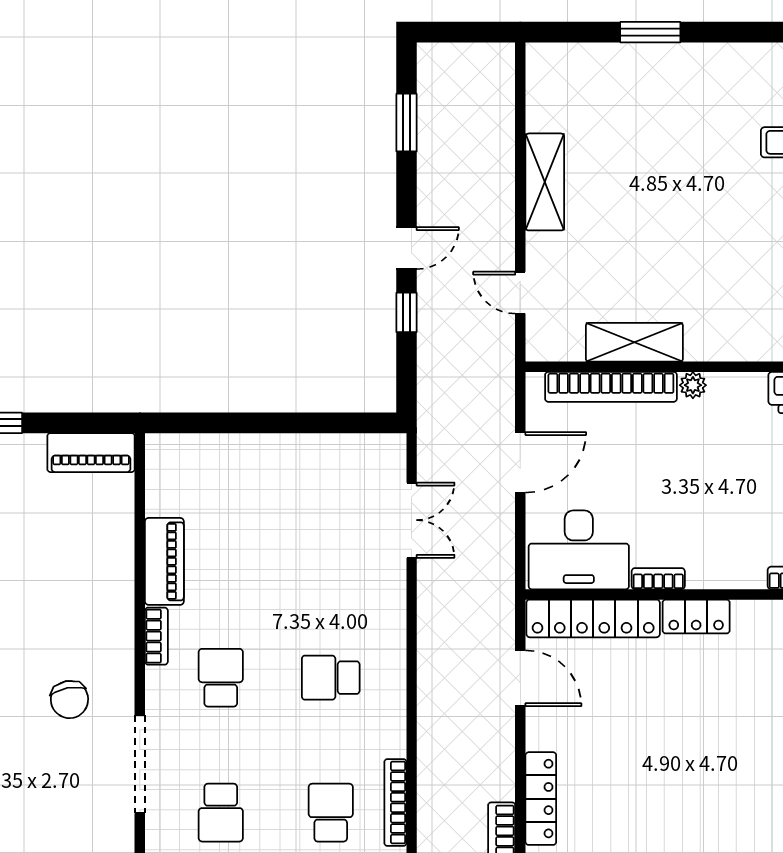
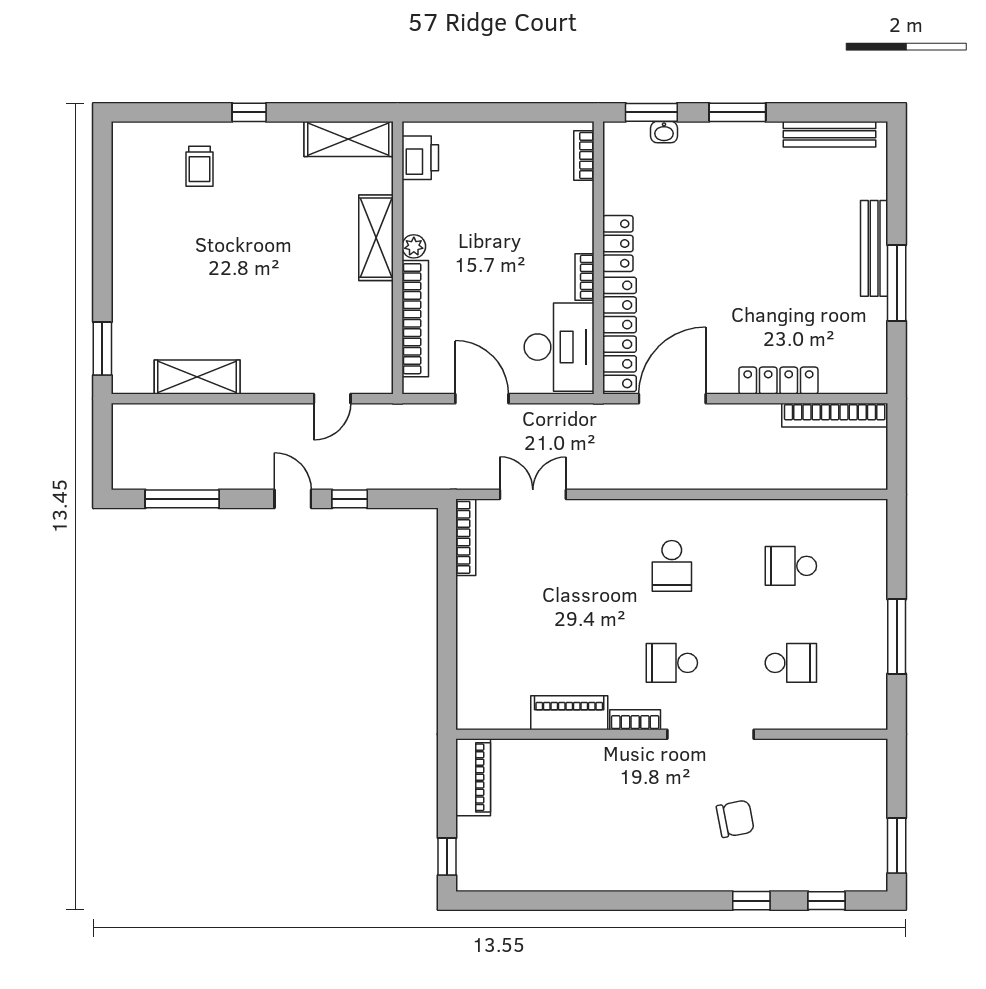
window: (650, 32) -> (102, 349), moved
window: (407, 123) -> (182, 499), width x1.44
shelving: (545, 182) -> (197, 377), moved
shelving: (634, 342) -> (376, 238), moved
door: (520, 678) -> (672, 399), width x1.36
chair: (69, 700) -> (735, 819), moved
doorway: (140, 764) -> (711, 734), moved
bookcase: (395, 803) -> (466, 537), moved, turned -90

